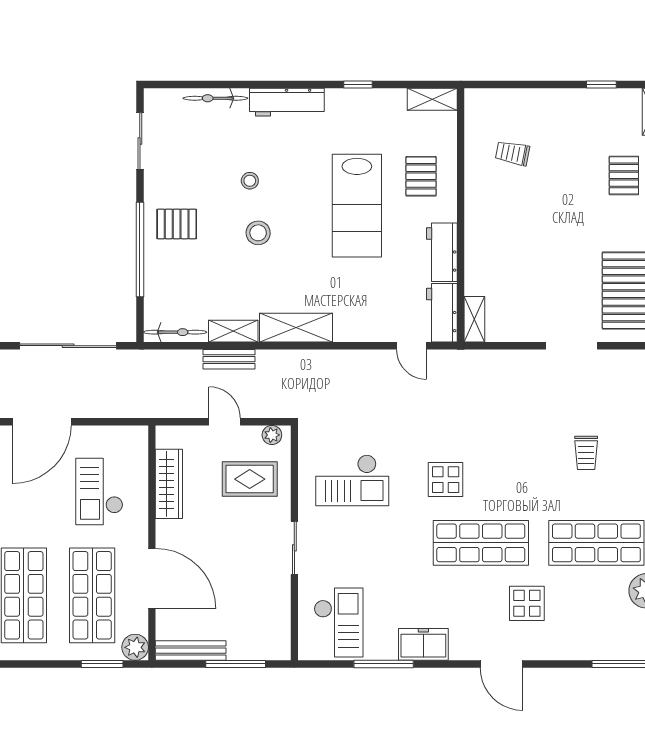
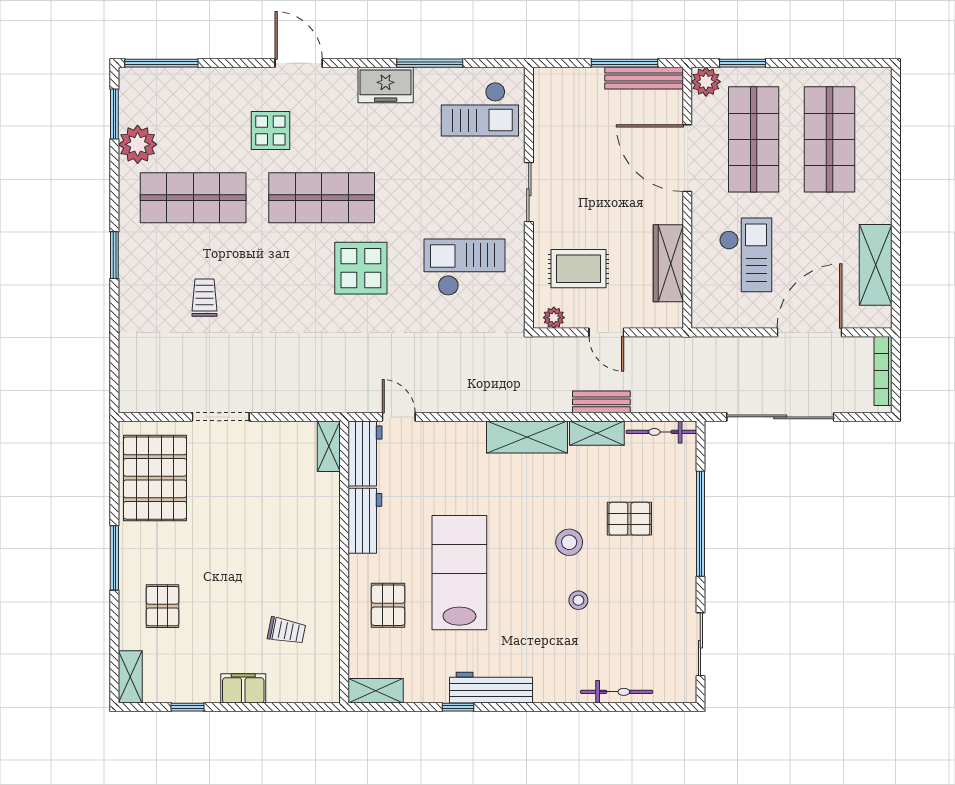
filing cabinet: (551, 101) -> (243, 688), added
workbench: (287, 102) -> (491, 688), moved
pallet: (177, 224) -> (629, 519), moved
display table: (446, 480) -> (361, 268), width x1.36, depth x1.36
checkout: (338, 623) -> (480, 109), turned -90
window: (236, 664) -> (624, 63), moved

